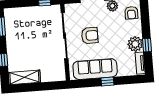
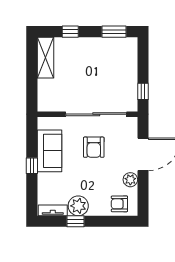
sofa: (95, 69) -> (49, 151), width x0.73

